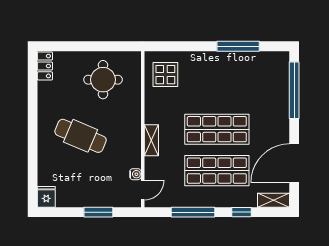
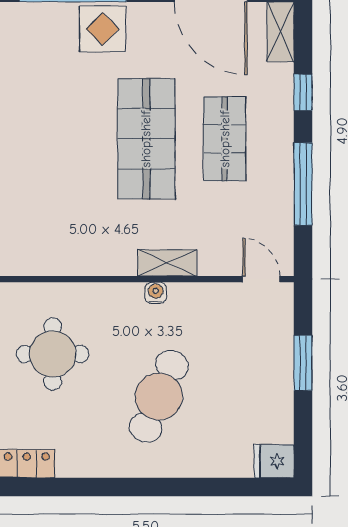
display table: (165, 75) -> (103, 29), moved
shop shelf: (217, 171) -> (225, 139), width x0.70, depth x0.74
water cooler: (135, 174) -> (156, 293), moved

